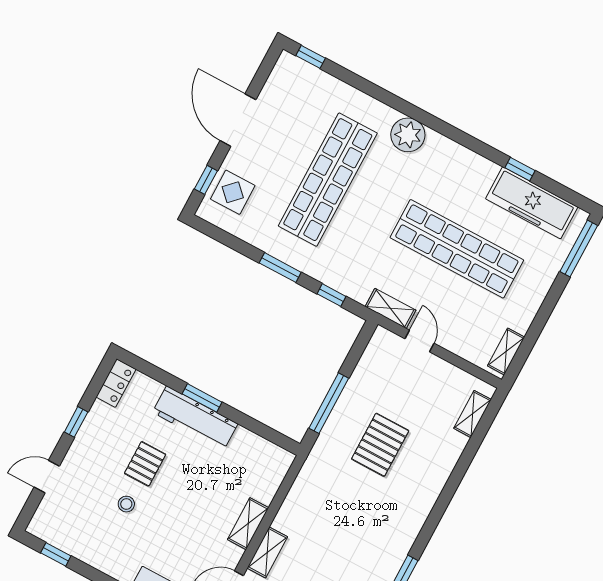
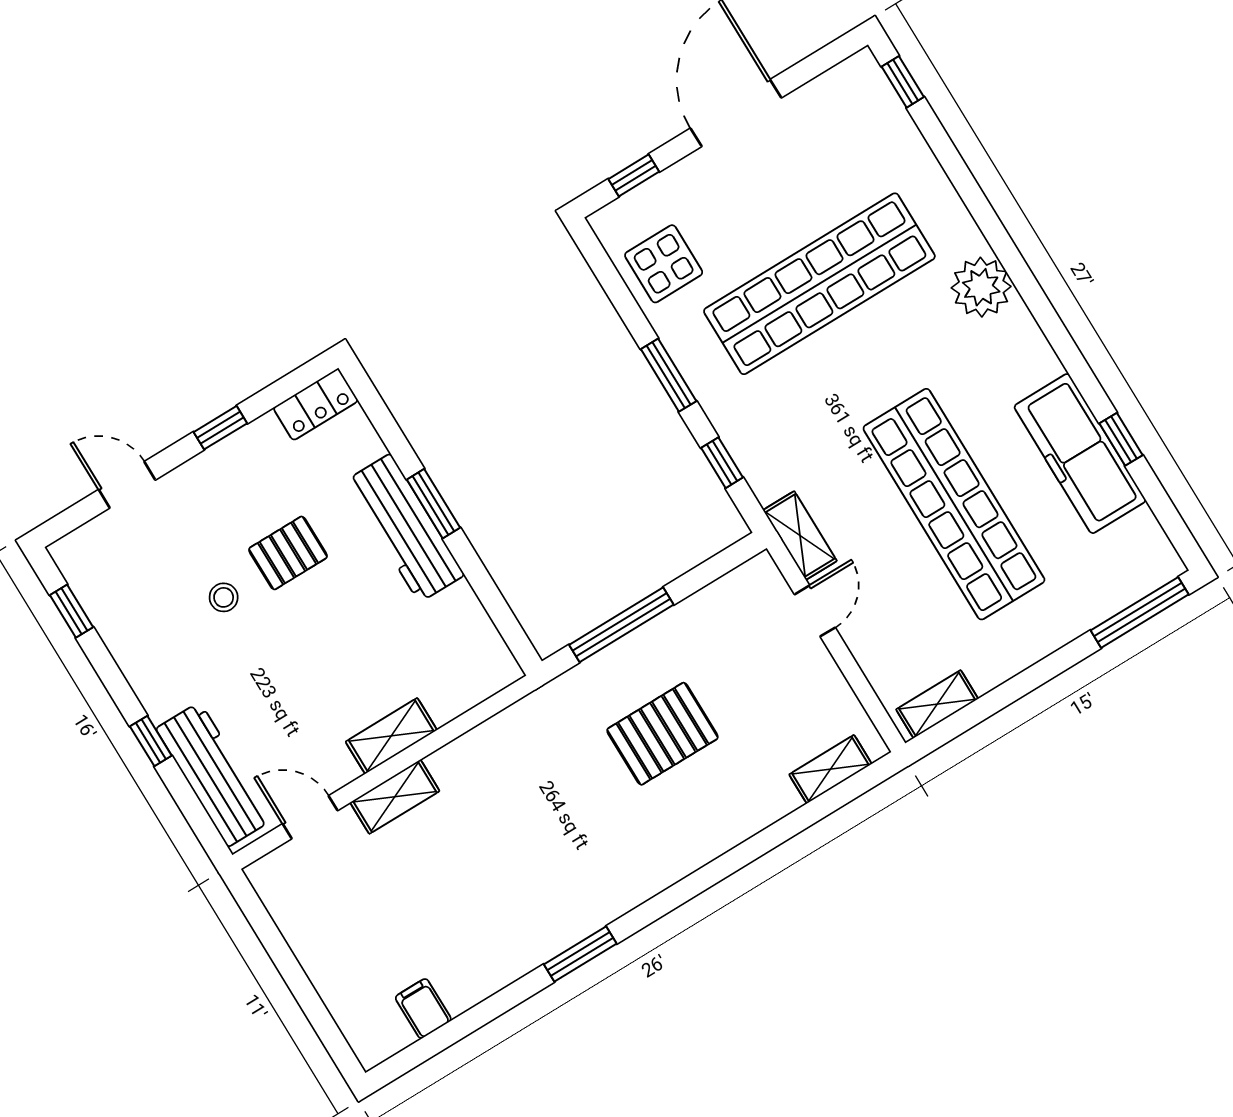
display table: (233, 192) -> (664, 264), moved
freezer: (532, 203) -> (1080, 454), moved

